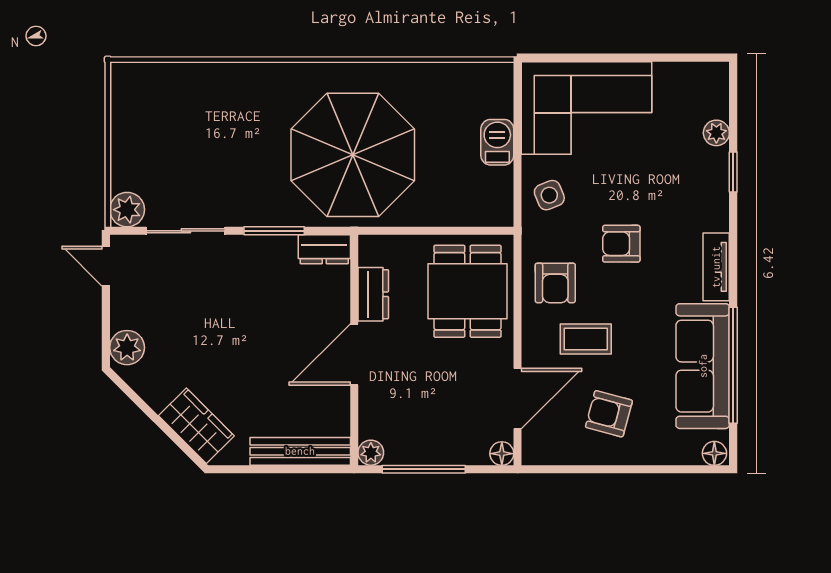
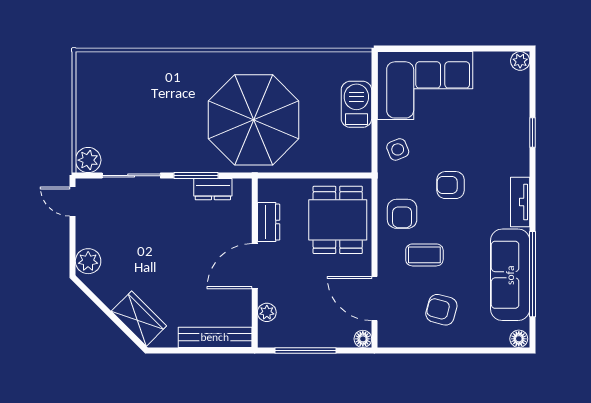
plant: (716, 133) -> (520, 61), moved
barbecue: (497, 142) -> (356, 104), width x1.38, depth x1.27
dresser: (324, 249) -> (213, 189), moved
door: (518, 399) -> (374, 299), swing flipped
plant: (371, 453) -> (267, 312), moved

